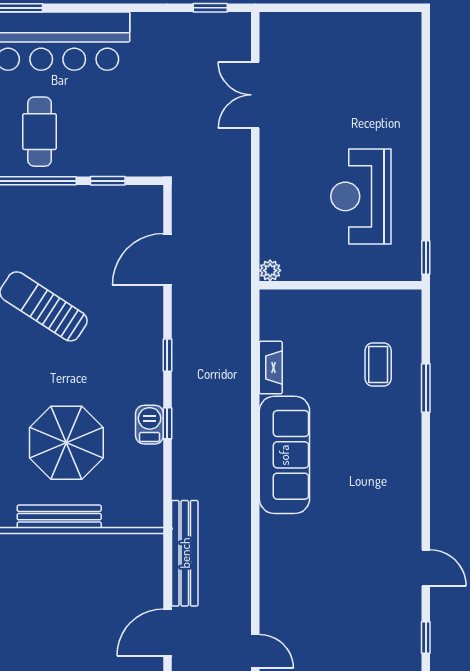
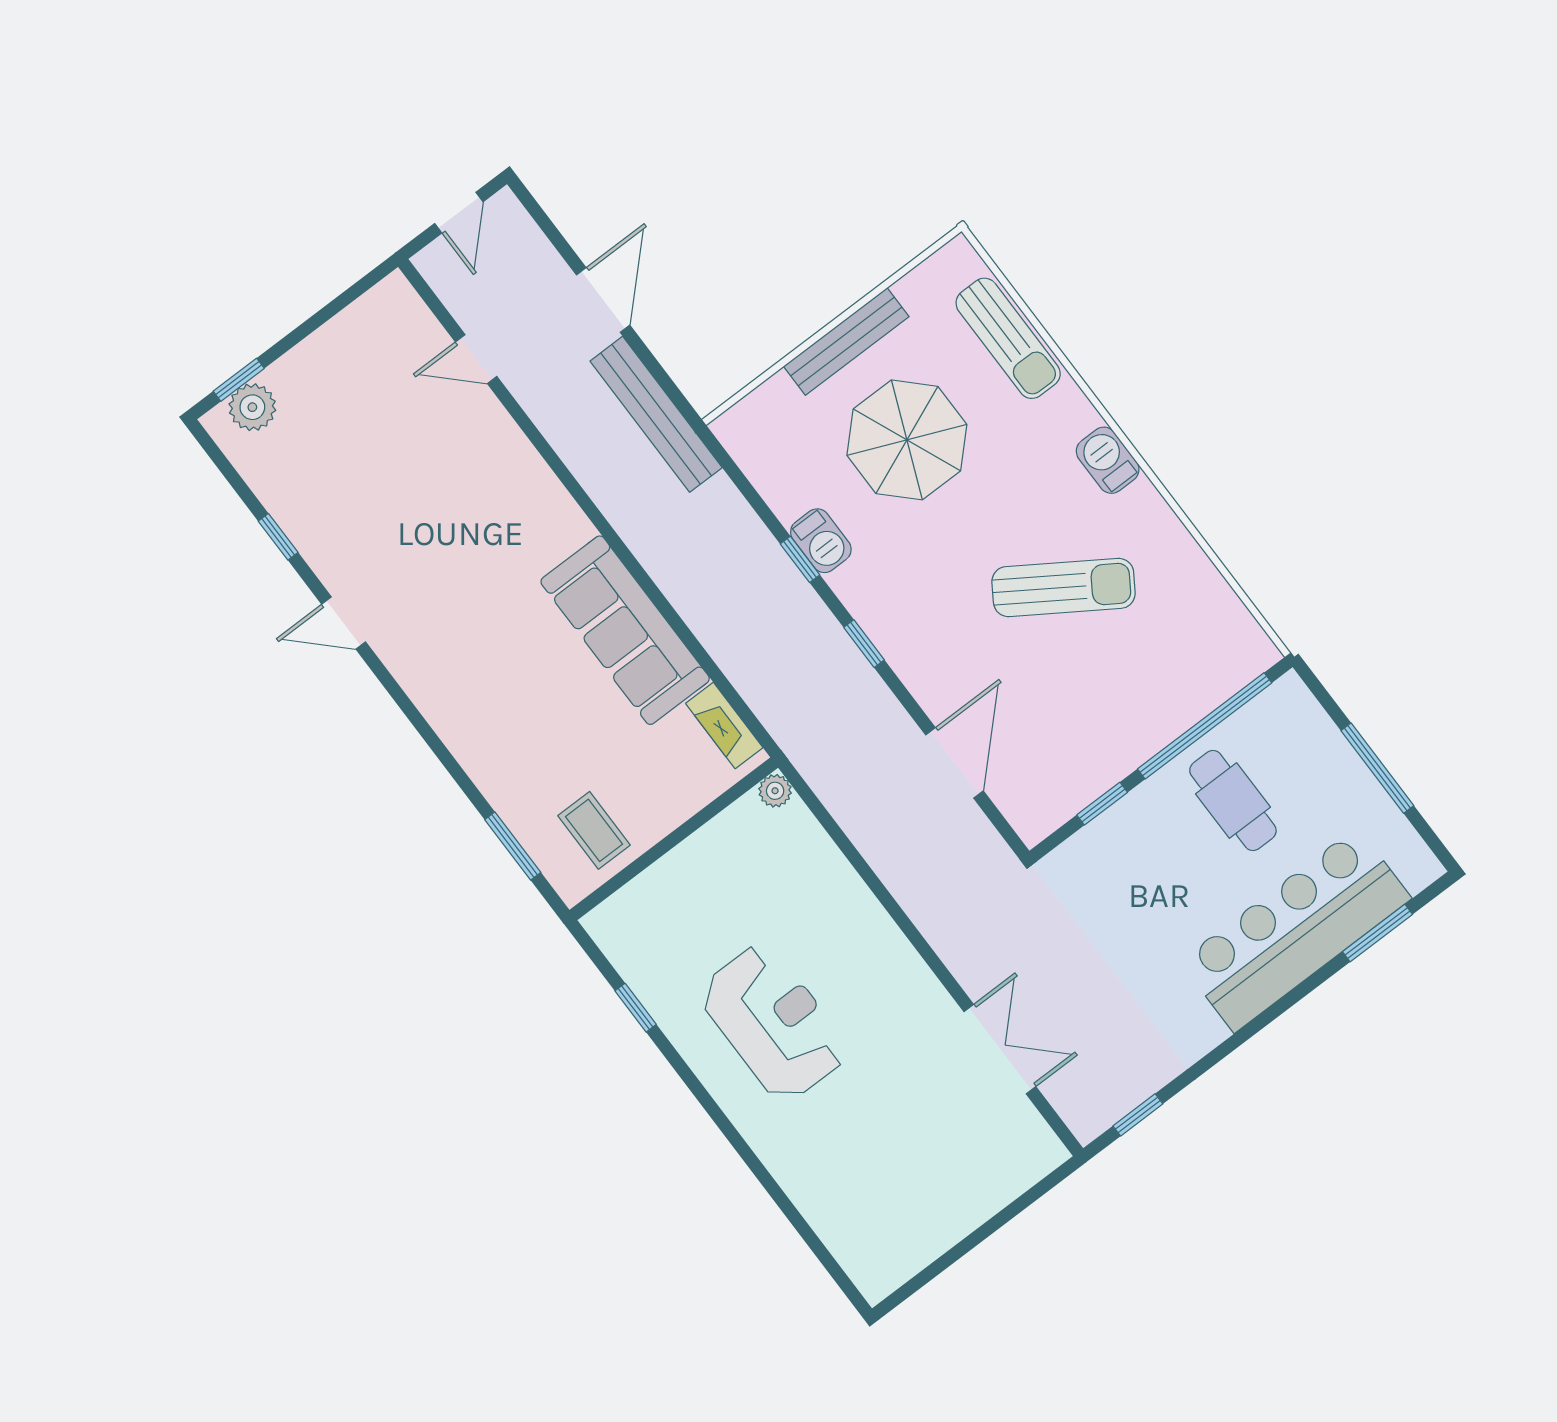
plant: (270, 270) -> (775, 791), moved
wall: (341, 285) -> (674, 839), moved

